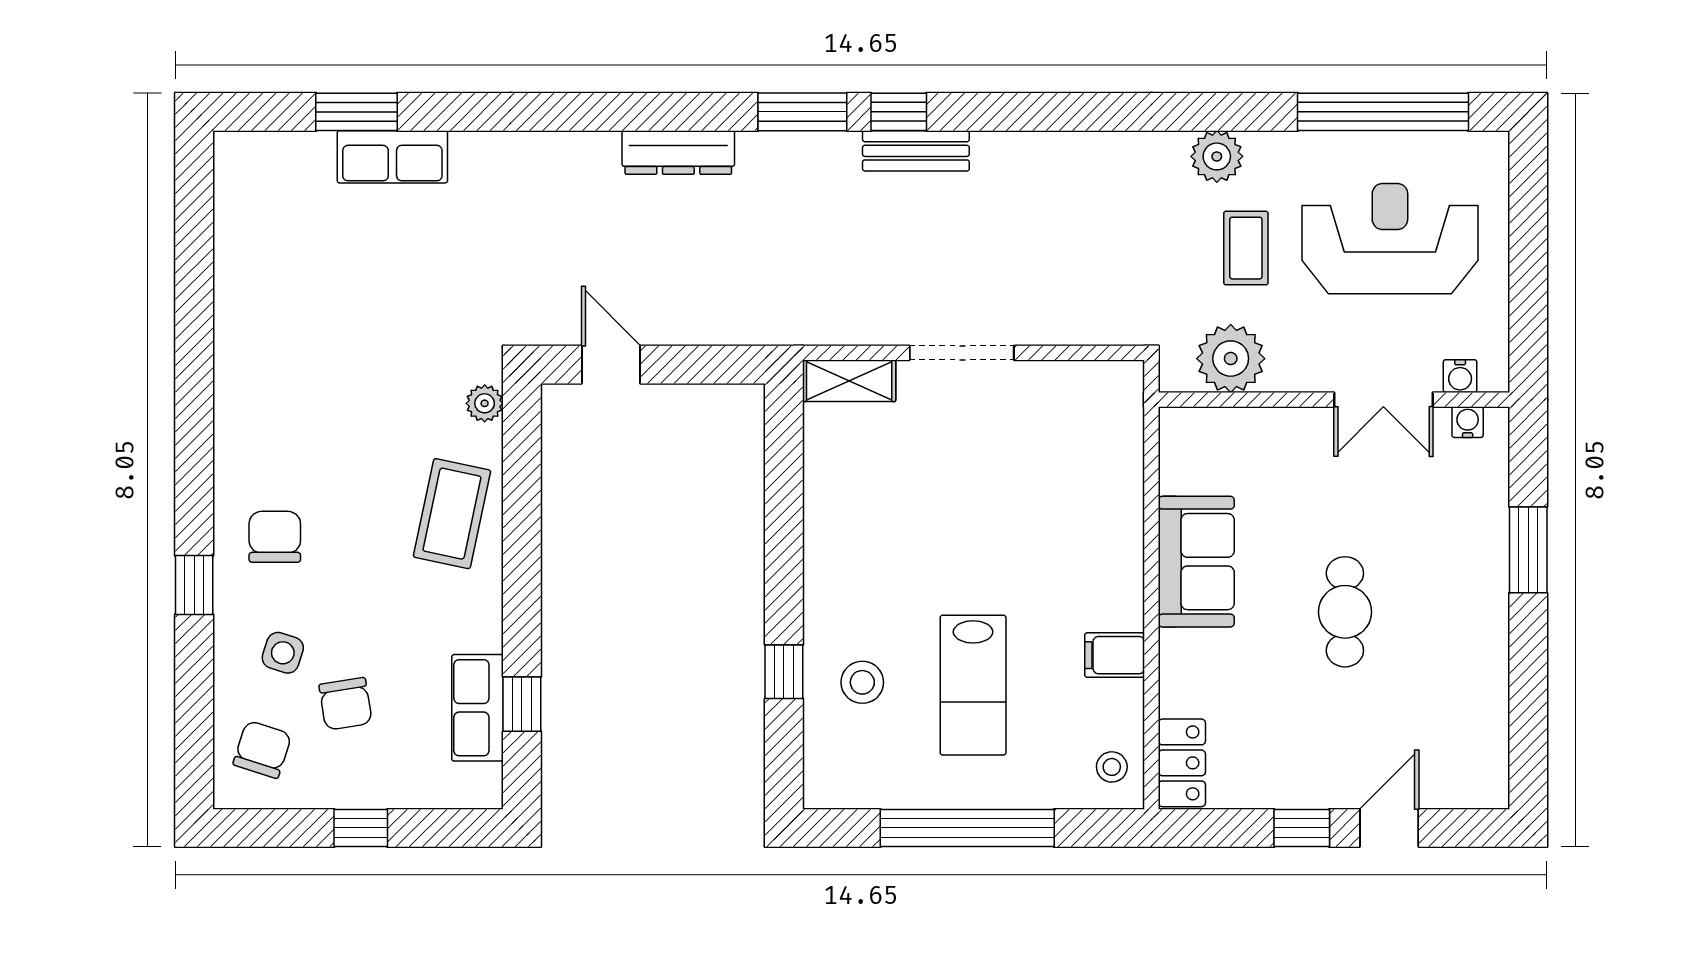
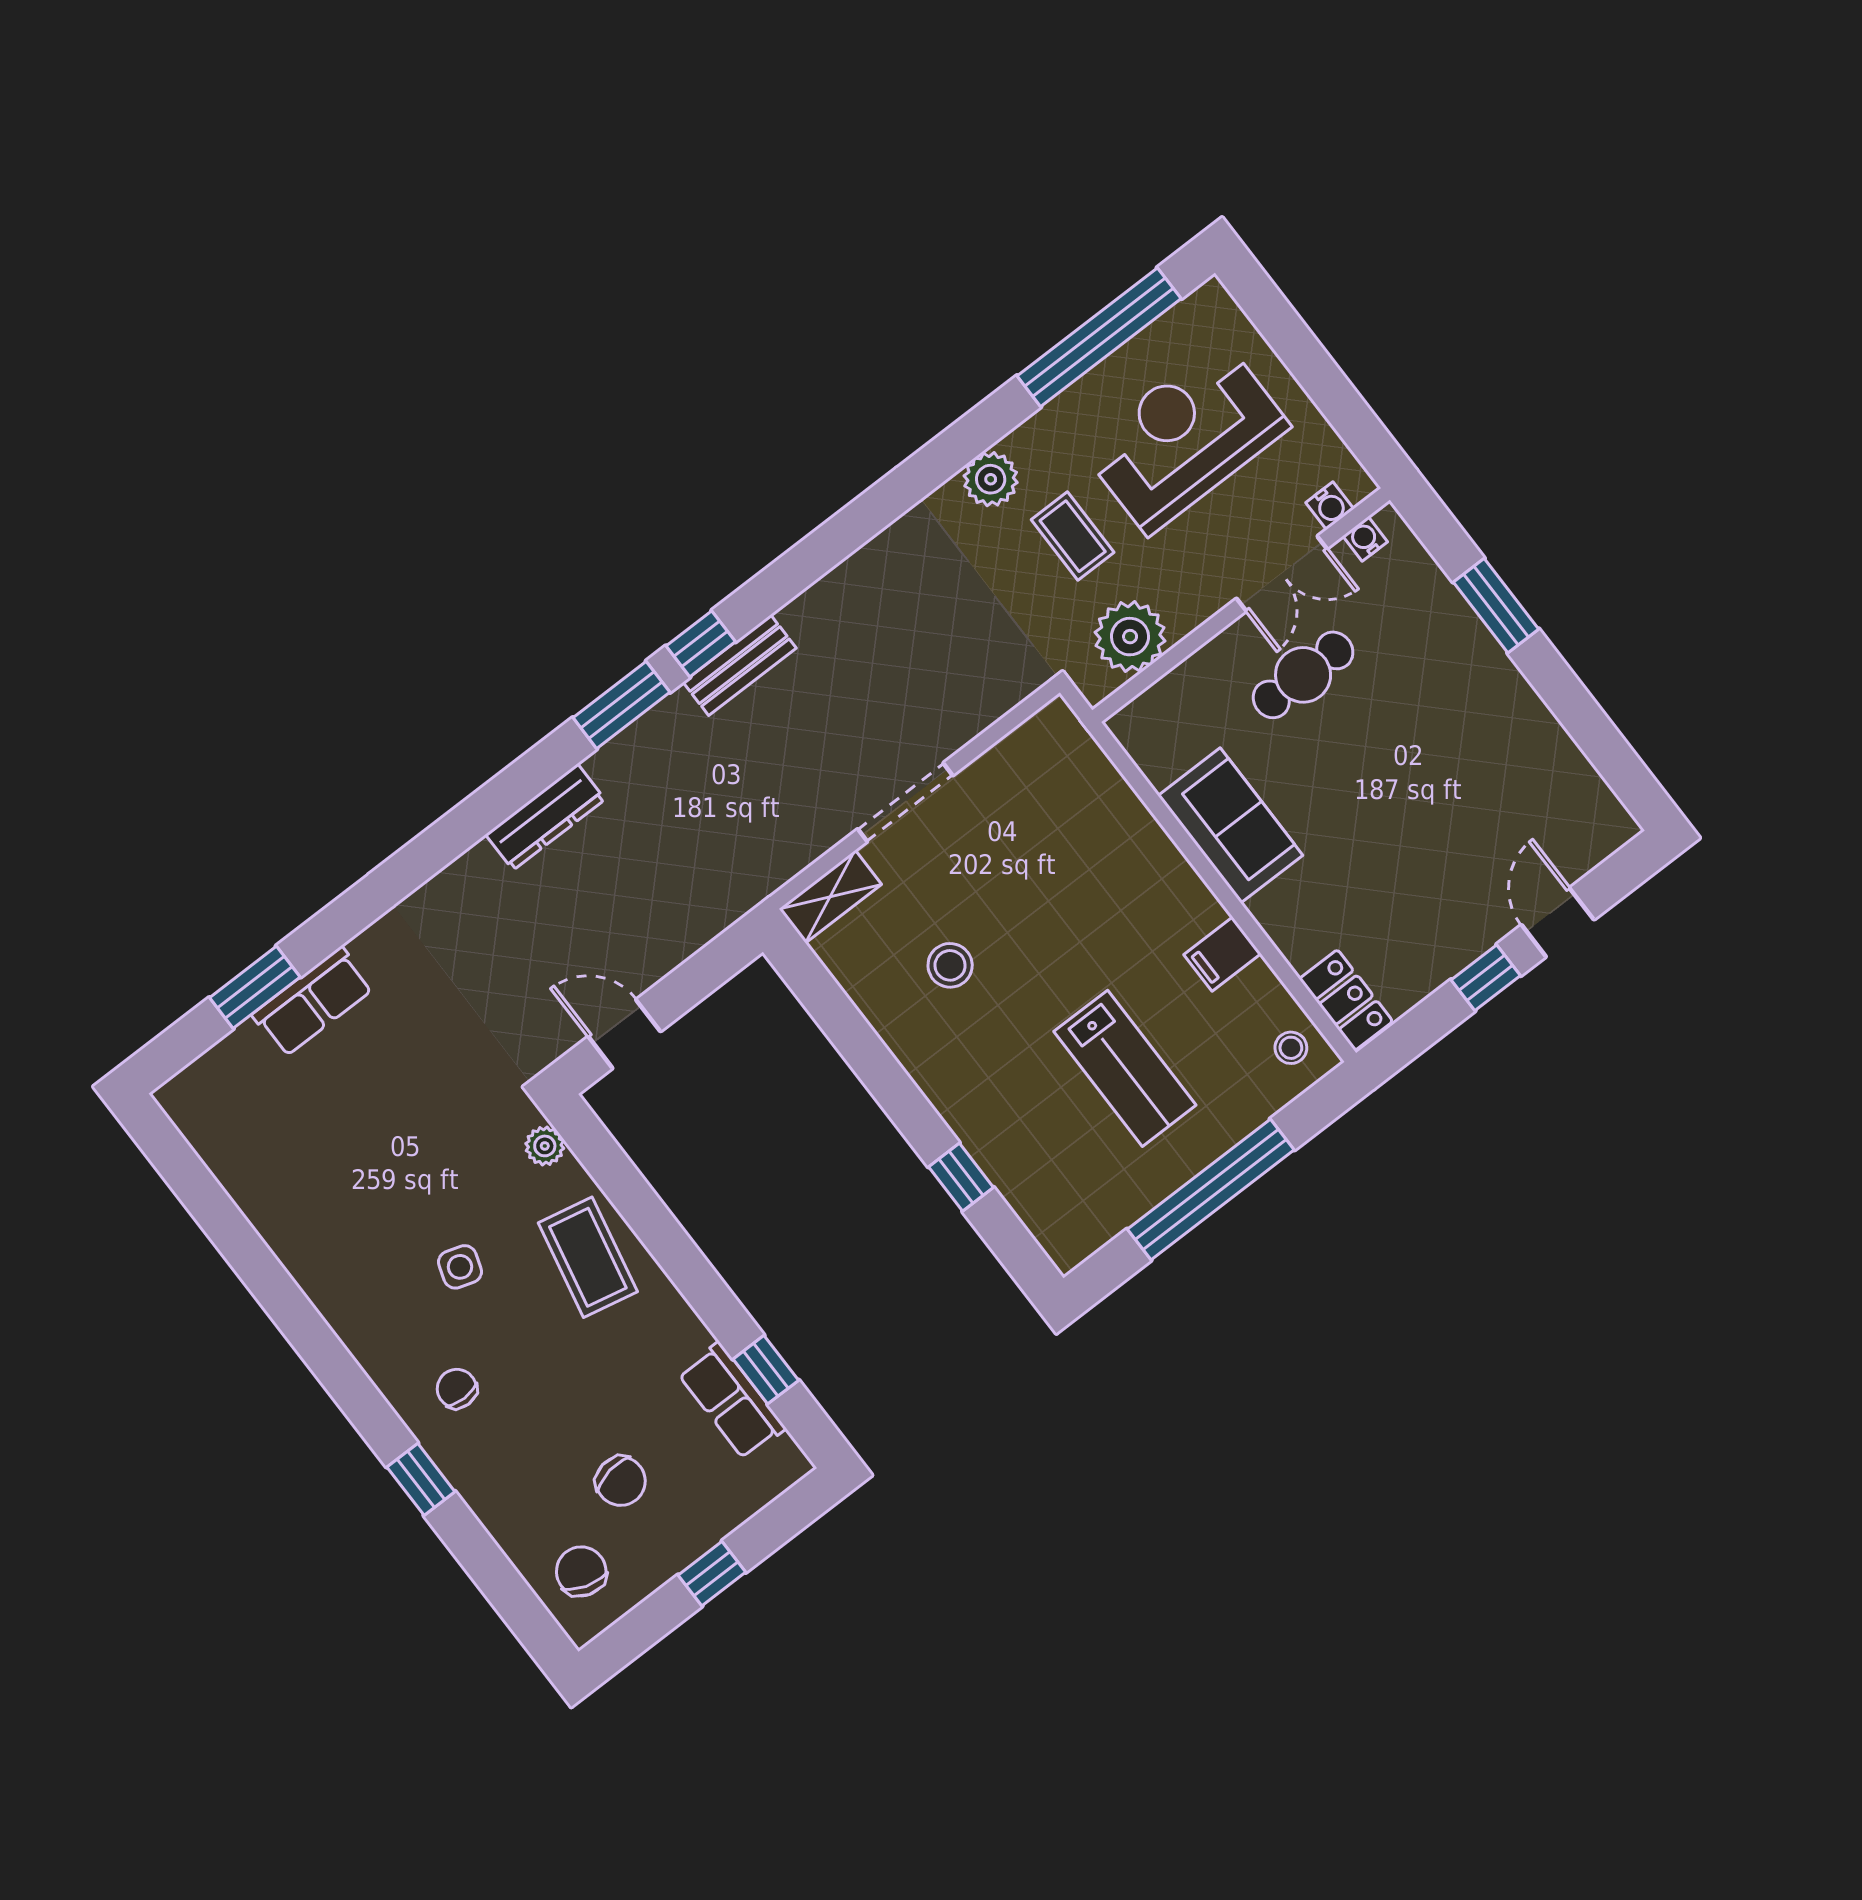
chair: (275, 537) -> (457, 1389), width x0.73, depth x0.73
cafe table: (1345, 612) -> (1303, 675), moved, turned 90
side table: (283, 653) -> (460, 1267), moved
stool: (862, 682) -> (950, 965), moved

